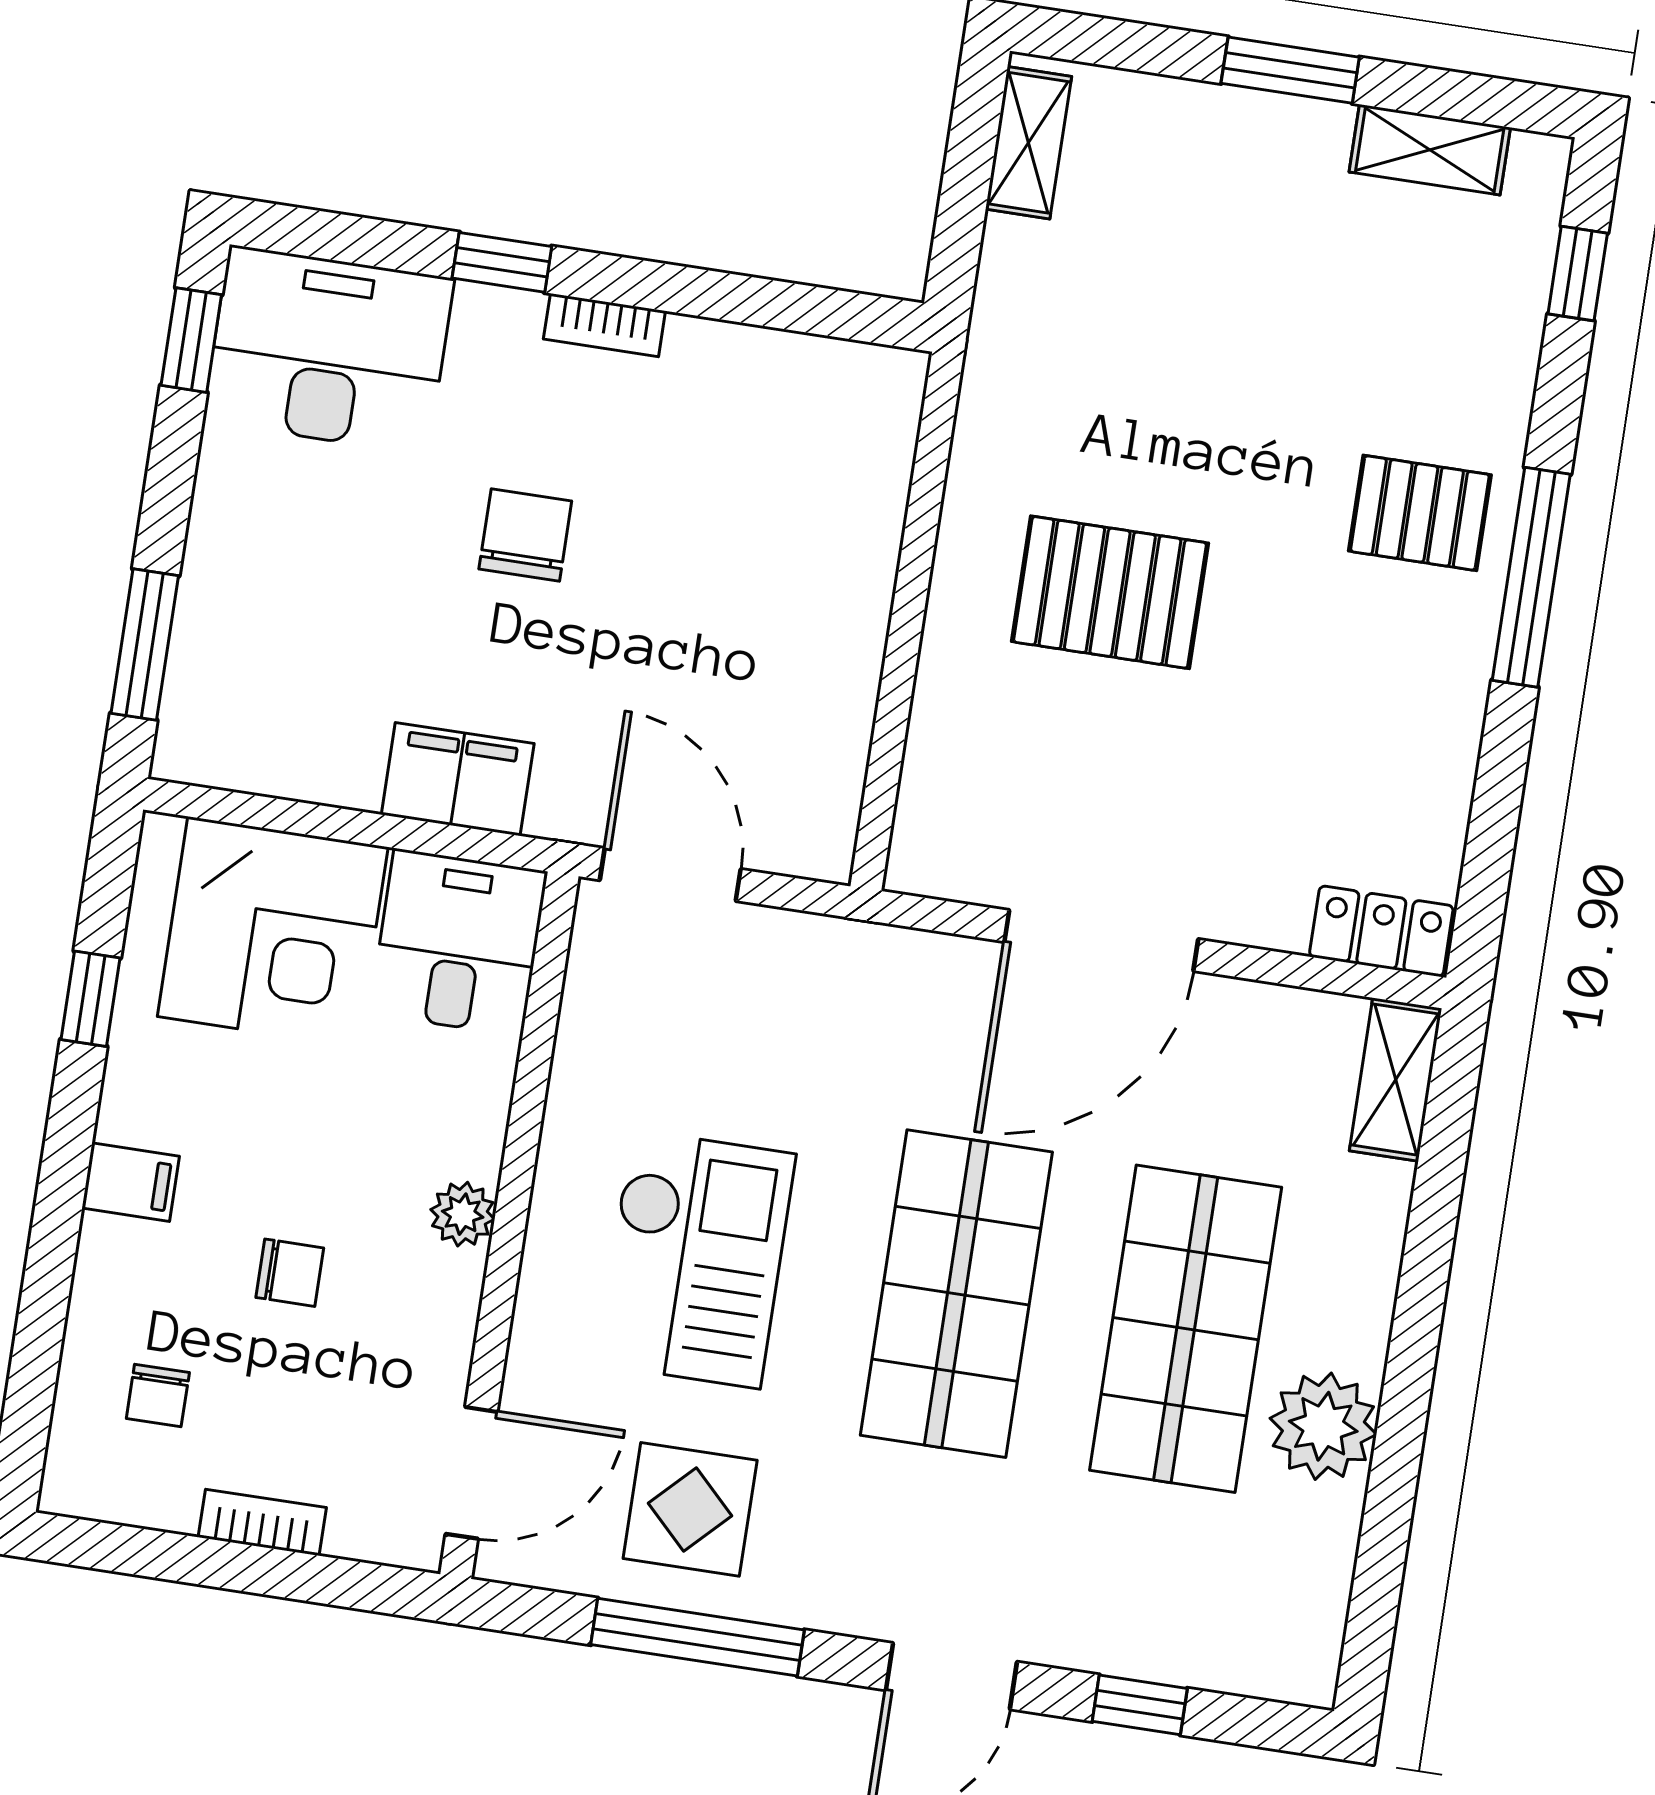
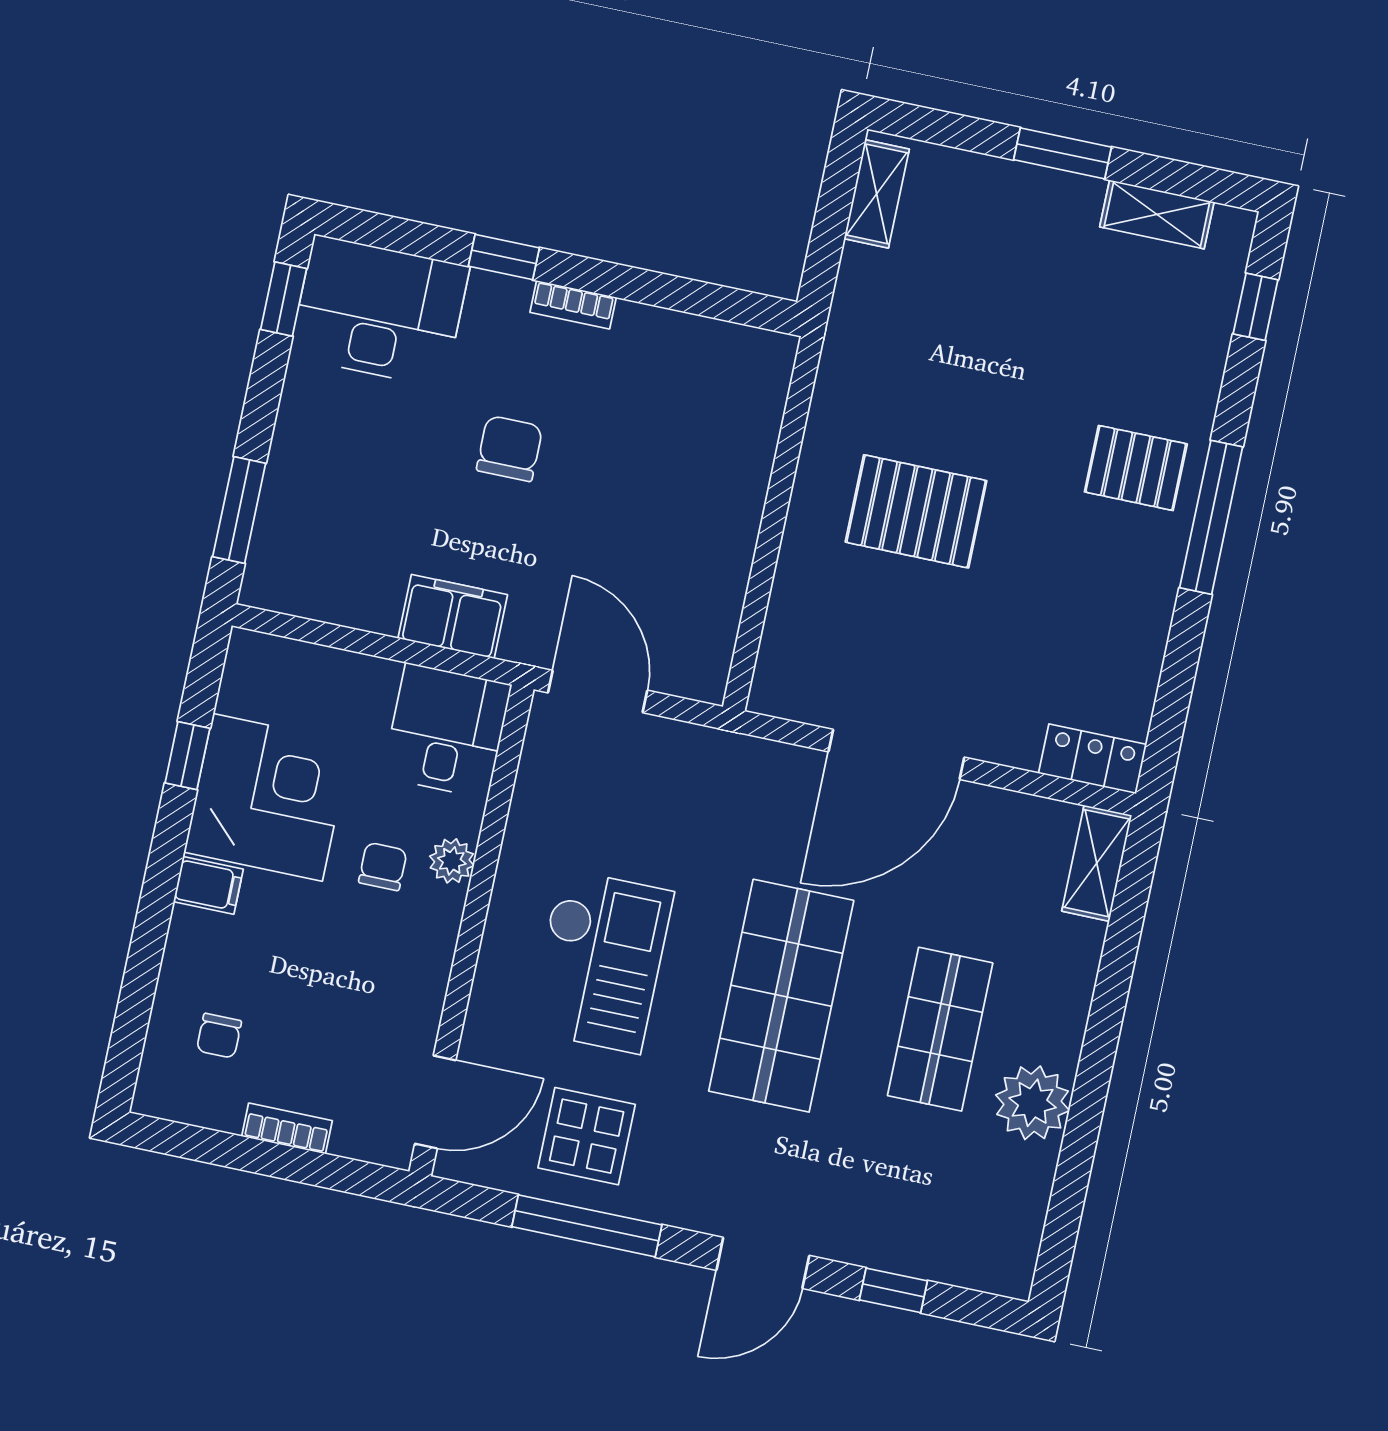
corner desk: (273, 932) -> (268, 797), moved, turned -90
plant: (463, 1214) -> (452, 861), moved
chair: (290, 1273) -> (383, 866), moved, turned -90
shop shelf: (1186, 1329) -> (940, 1029), width x0.70, depth x0.74

